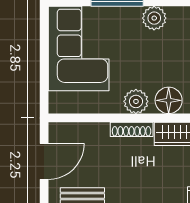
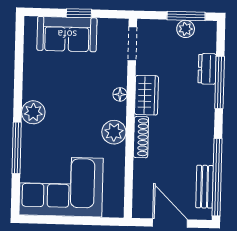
floor lamp: (169, 100) -> (120, 94), width x0.53, depth x0.53

